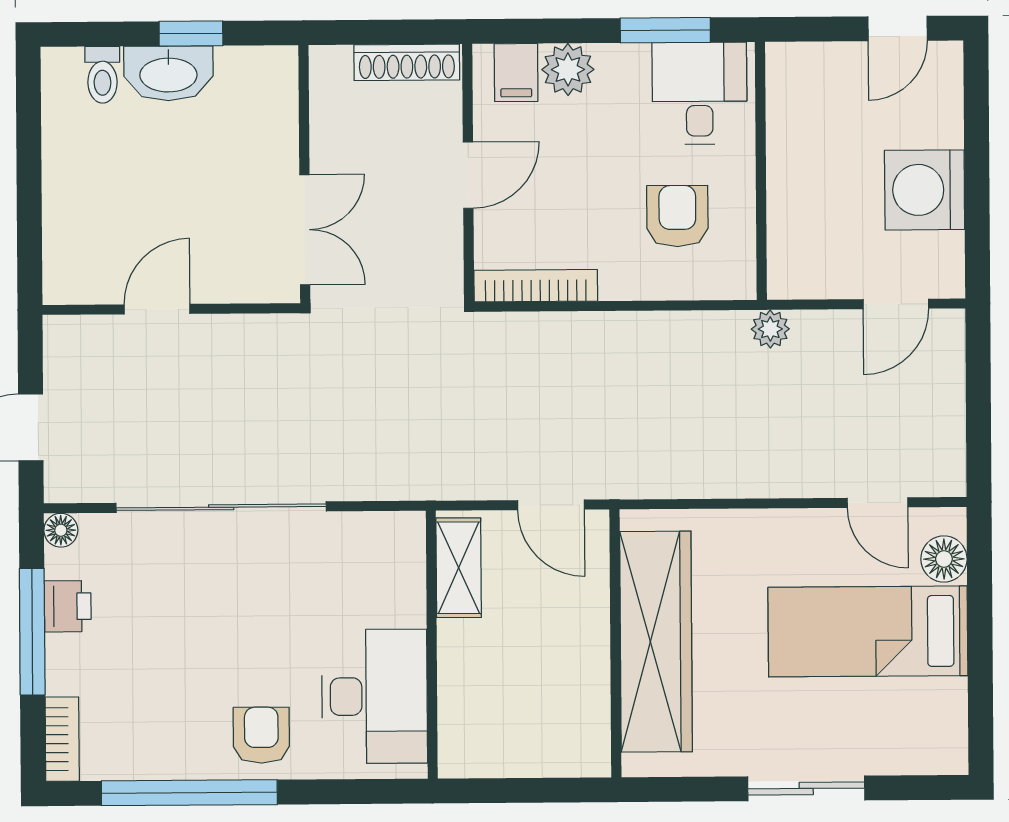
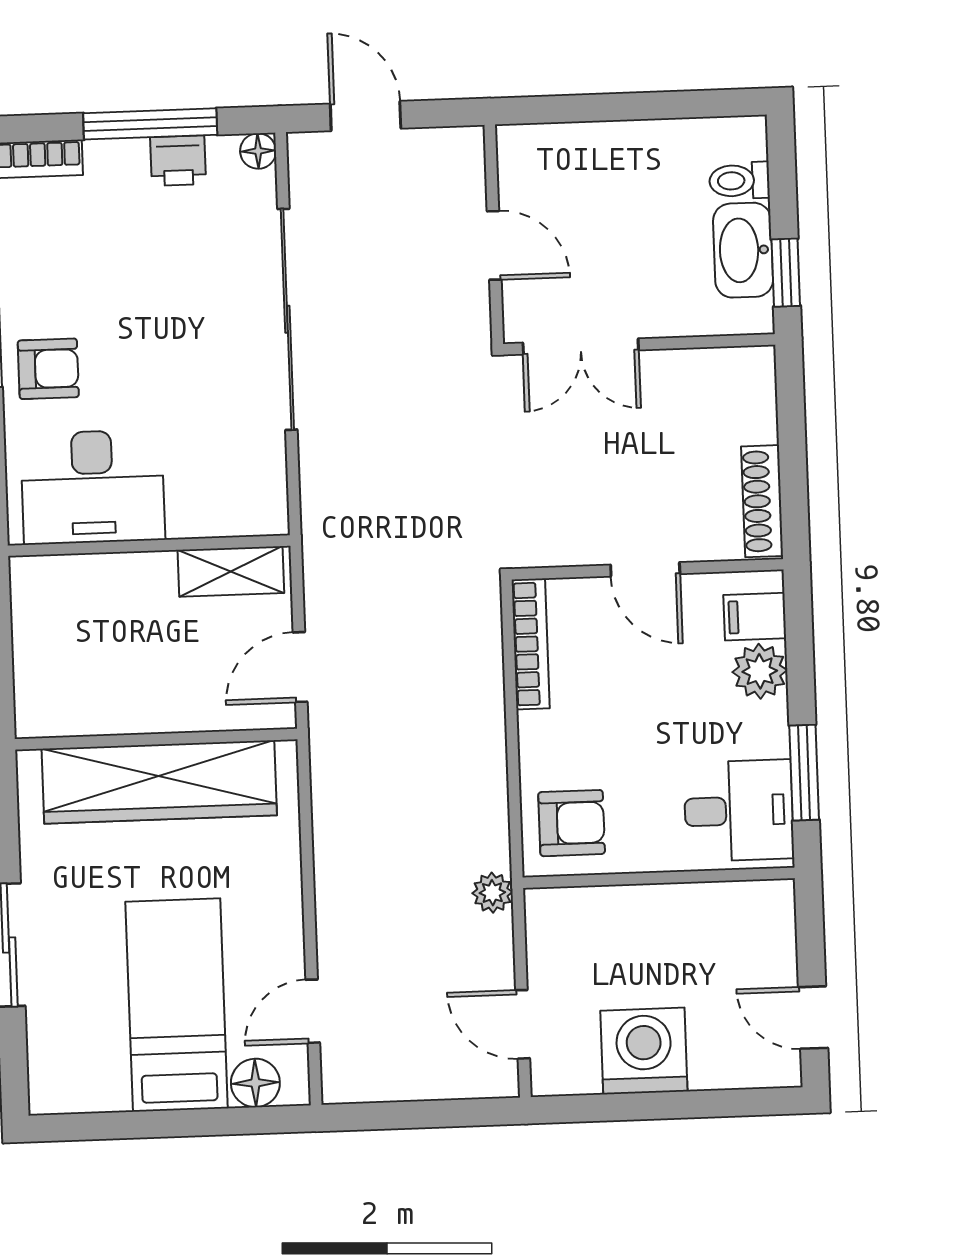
wall: (304, 174) -> (639, 344), moved
armchair: (677, 216) -> (572, 823), moved
double door: (305, 230) -> (581, 346), moved

